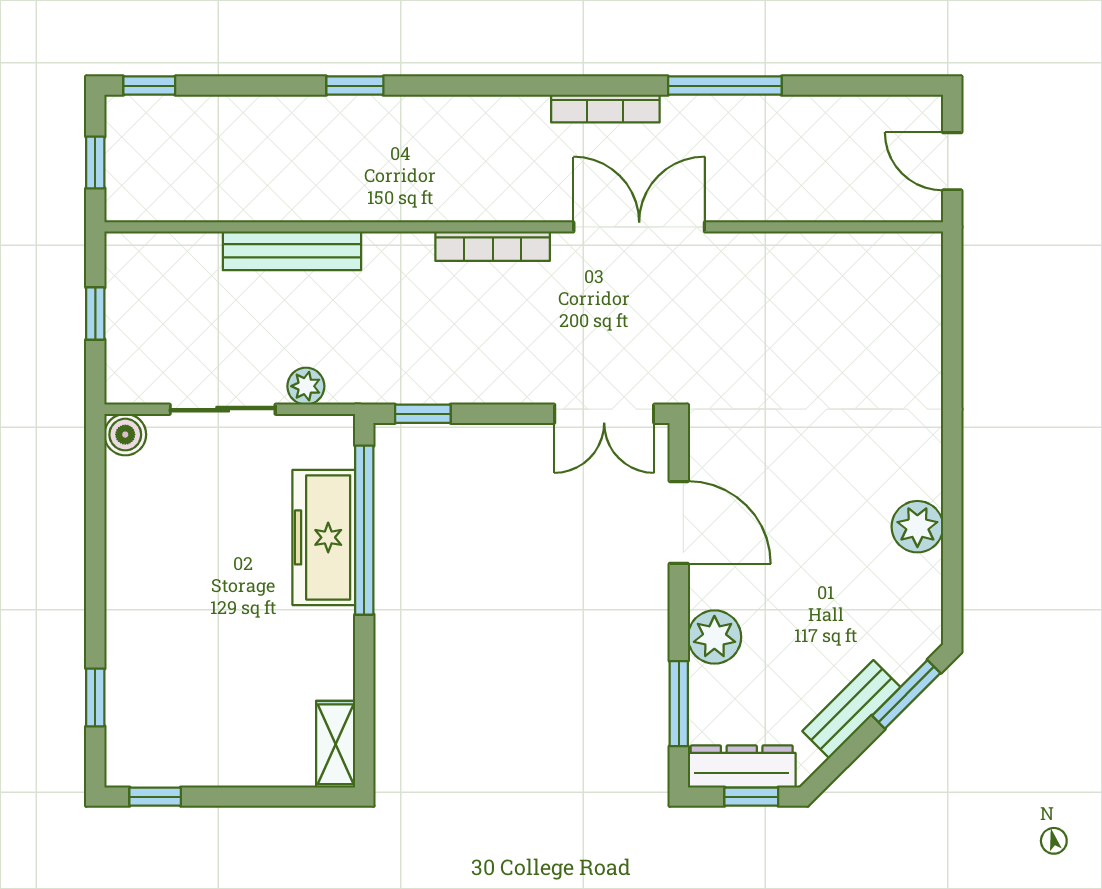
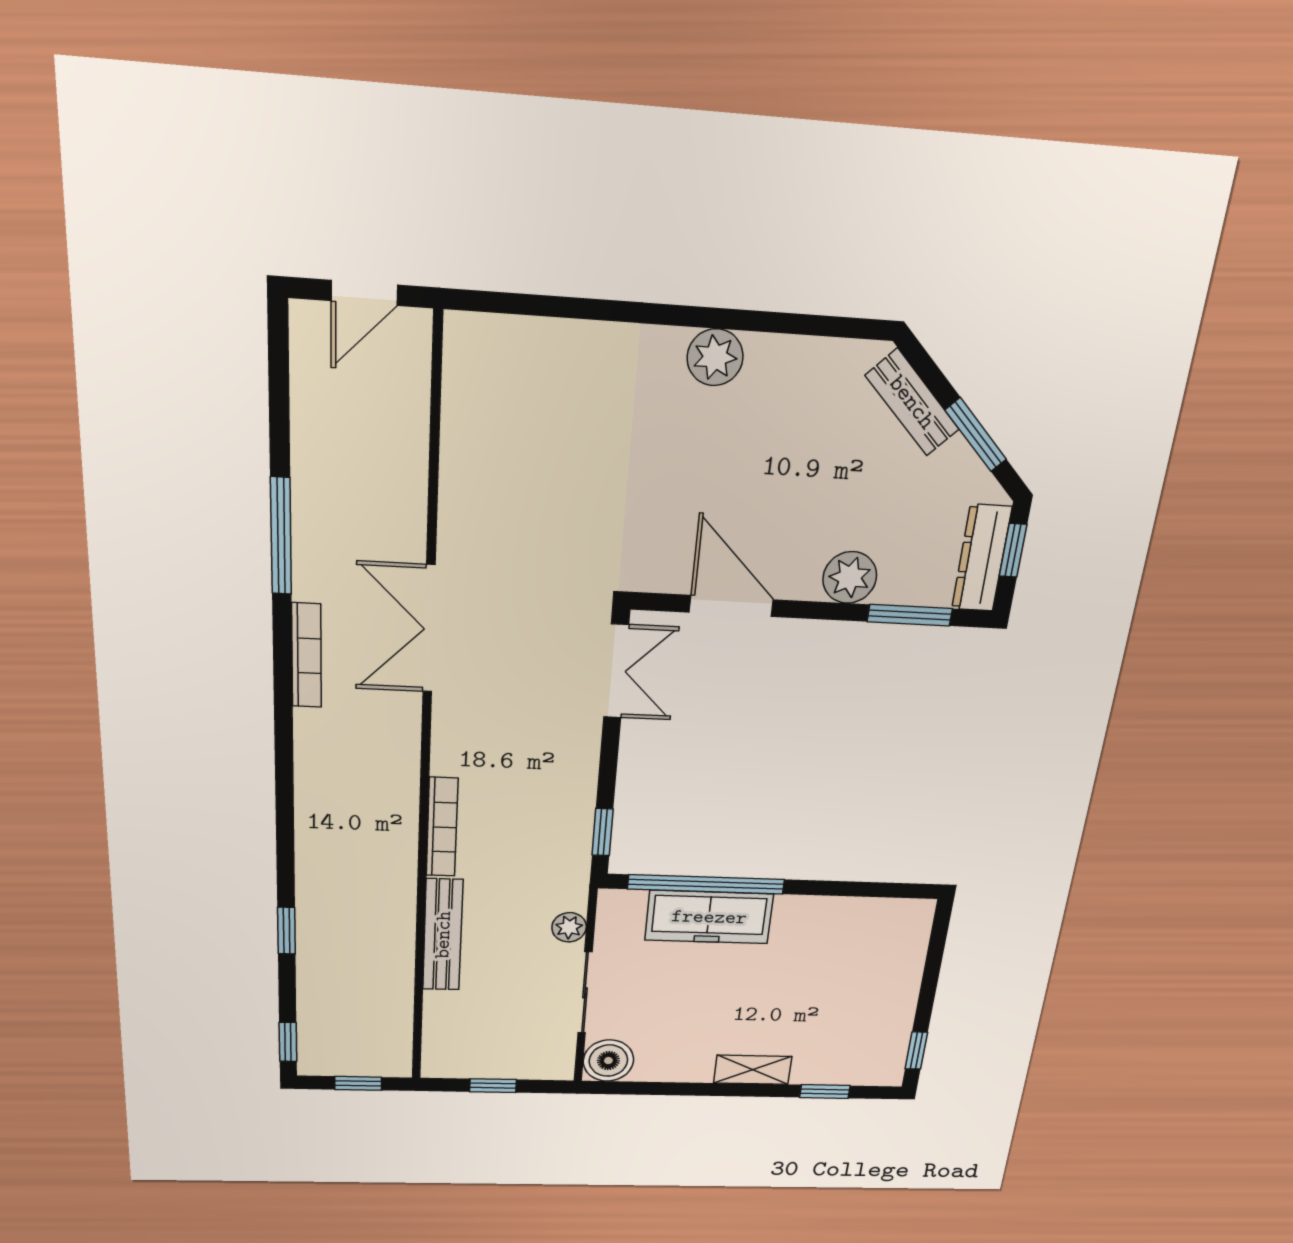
window: (355, 86) -> (286, 931), moved
bookcase: (493, 246) -> (442, 827), moved
boiler: (125, 435) -> (608, 1061), width x1.36, depth x1.36
door: (679, 522) -> (731, 606), hinge flipped
plant: (917, 527) -> (715, 357), moved
window: (906, 694) -> (976, 435), moved
bench: (851, 709) -> (912, 402), moved
shelving: (336, 744) -> (753, 1070), moved

